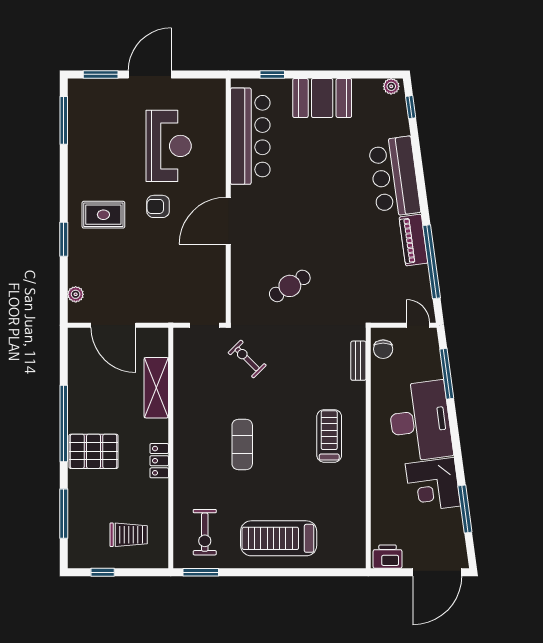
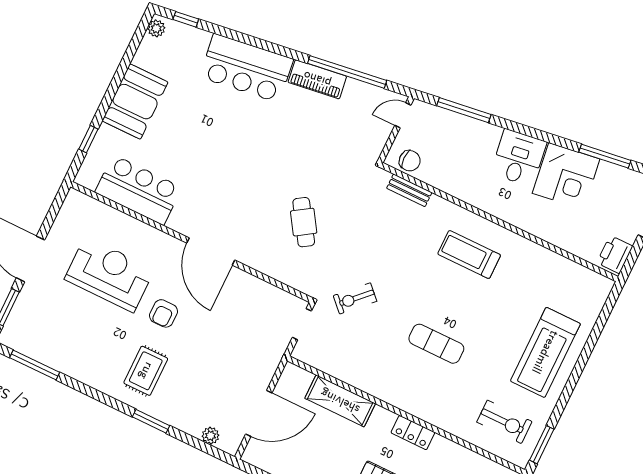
bar counter: (250, 136) -> (138, 190), width x0.73
desk: (420, 421) -> (519, 158), width x0.53, depth x0.77

